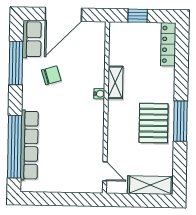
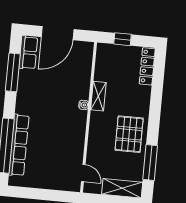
chair: (51, 75) -> (43, 86), removed
window: (180, 121) -> (150, 162), moved

